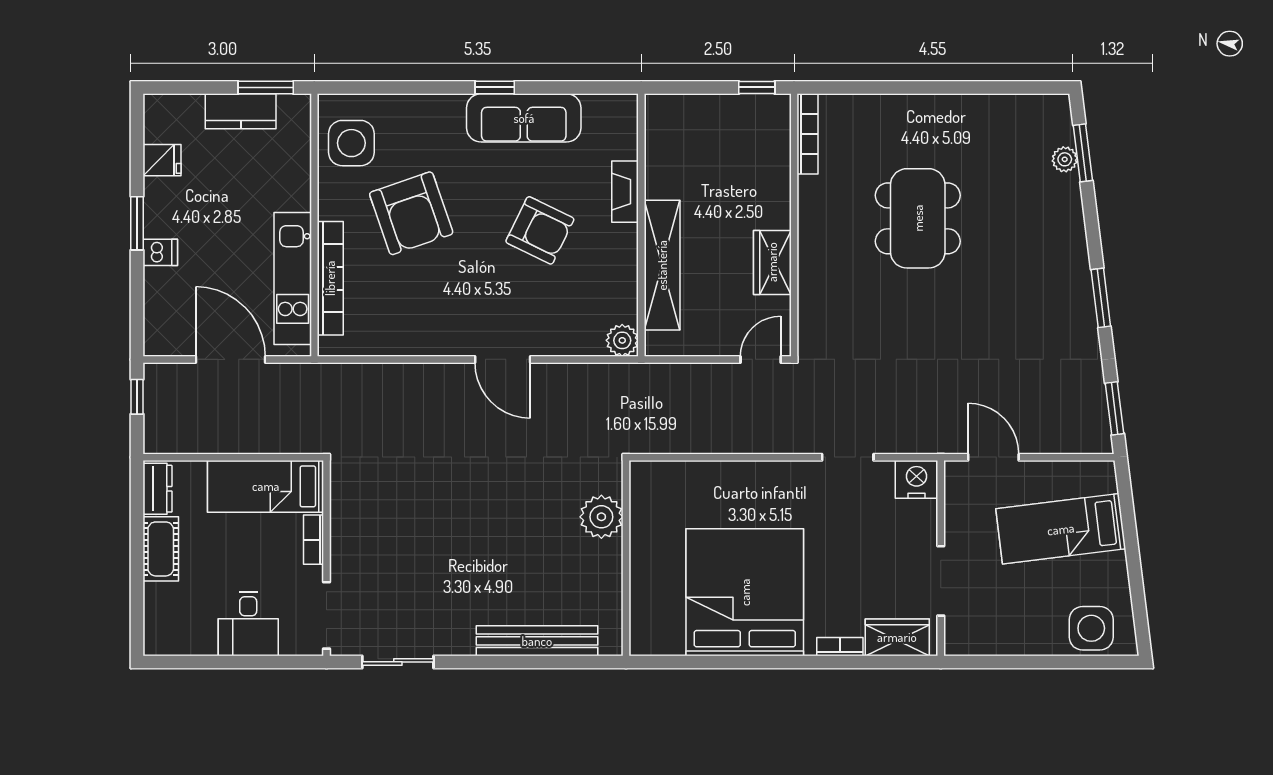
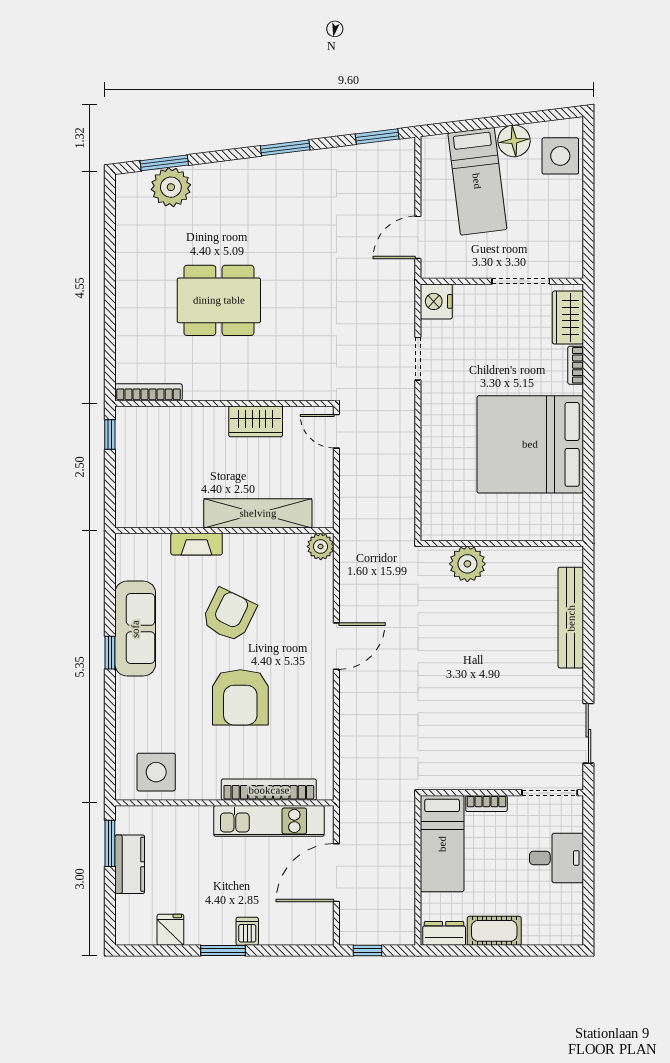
plant: (1065, 159) -> (171, 187), width x1.88, depth x1.88
armchair: (411, 213) -> (240, 697), moved, turned 109
floor lamp: (1109, 573) -> (514, 141), added

